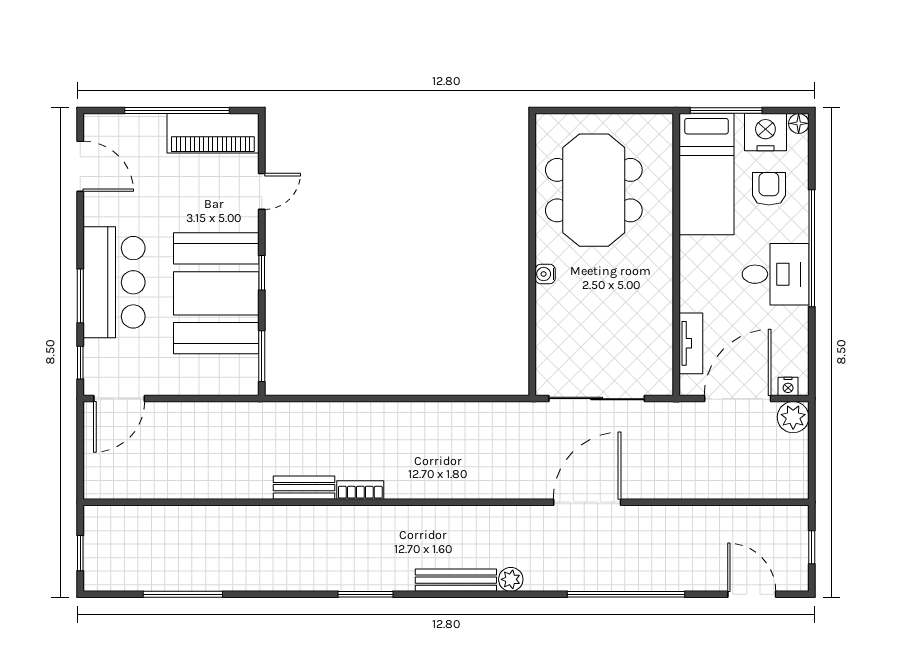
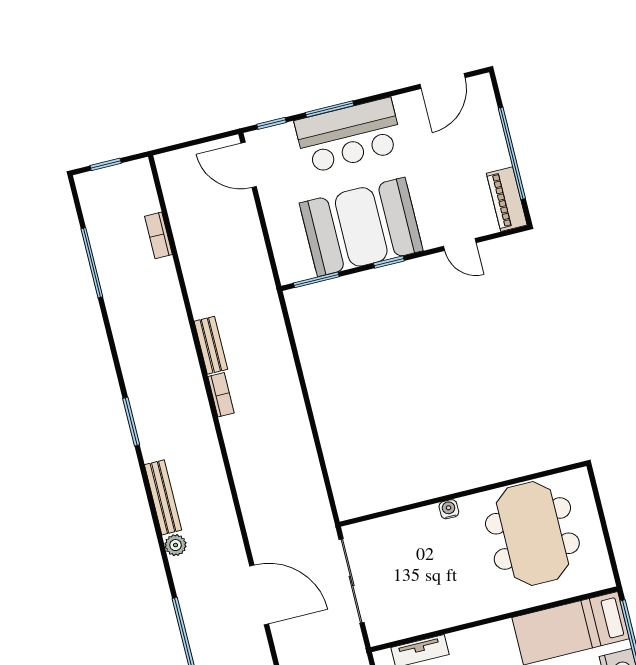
piano: (213, 133) -> (507, 199), width x0.73, depth x0.75
meeting table: (594, 190) -> (532, 533), turned 90
bookcase: (171, 515) -> (158, 235), added

